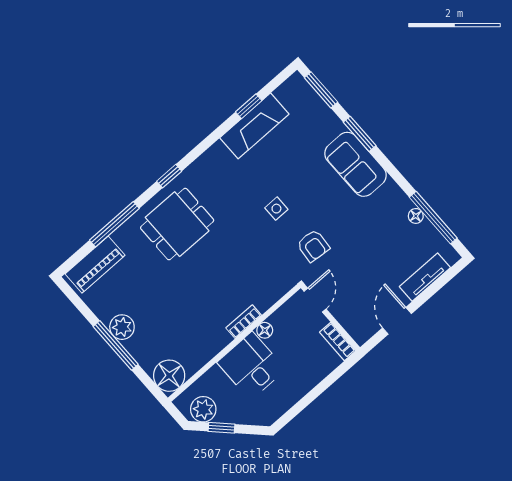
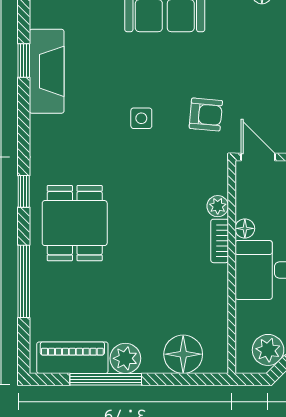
piano: (95, 265) -> (72, 358), moved, turned -90
plant: (264, 302) -> (218, 206), added
window: (116, 345) -> (106, 379), moved
floor lamp: (169, 376) -> (183, 354), moved

